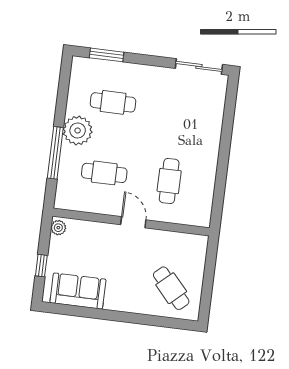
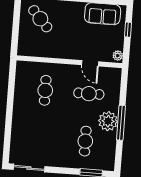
cafe table: (113, 102) -> (85, 141), turned 90
window: (55, 153) -> (121, 123), moved
door: (133, 222) -> (90, 63), moved

